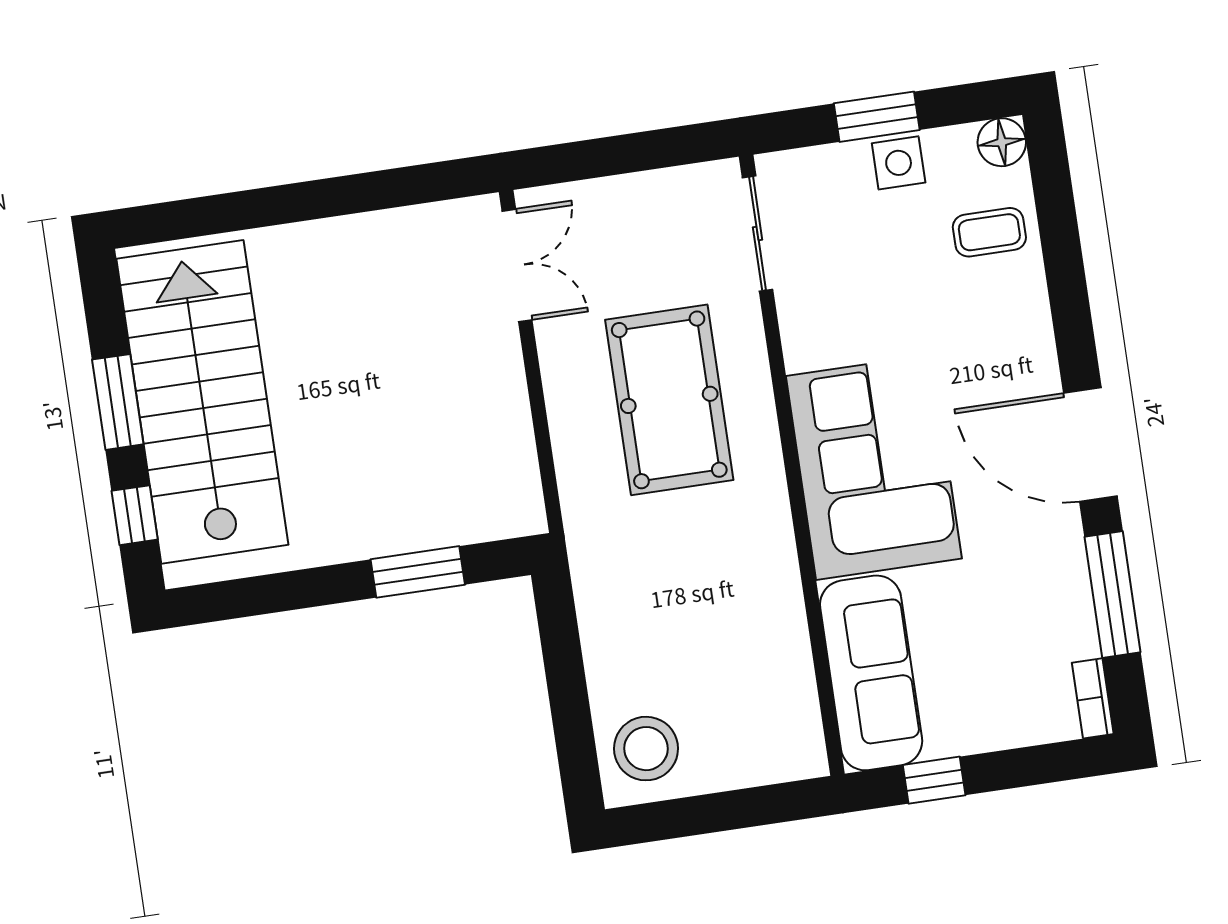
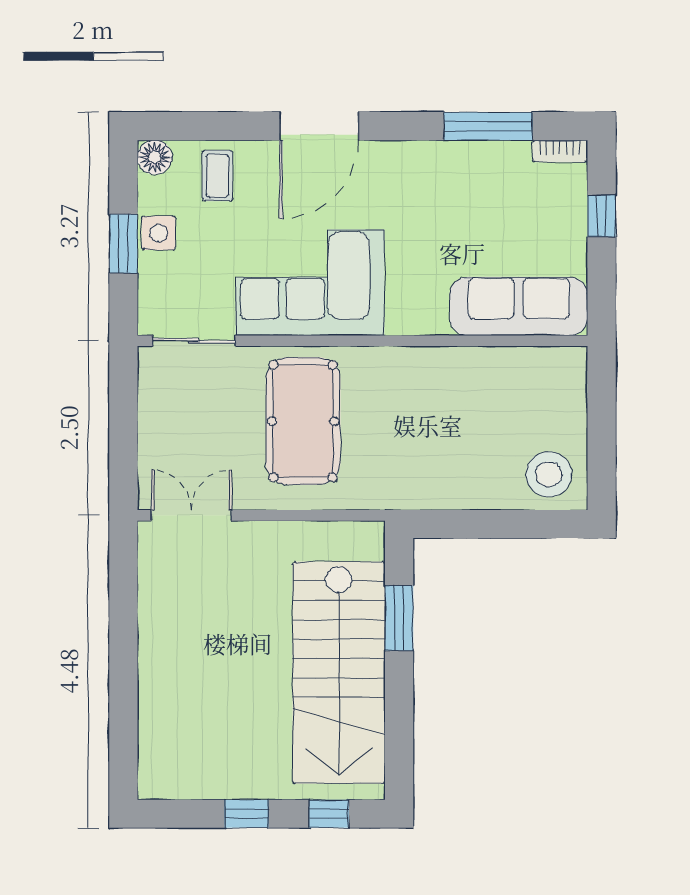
pool table: (669, 400) -> (303, 421), turned 90
window: (118, 402) -> (247, 814), width x0.67
stairs: (202, 402) -> (339, 673), moved, turned -90
door: (1090, 445) -> (319, 126), moved
corner sofa: (874, 467) -> (310, 282), moved
window: (934, 780) -> (602, 216), moved

